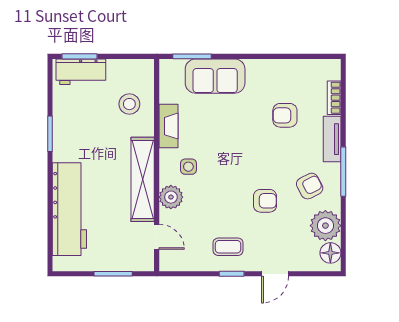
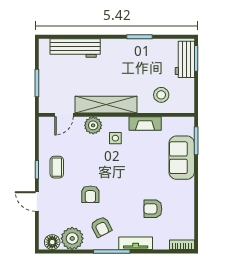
bookcase: (334, 98) -> (182, 245), moved
armchair: (285, 115) -> (153, 209), turned -90
workbench: (69, 209) -> (75, 48), width x0.73, depth x0.76

